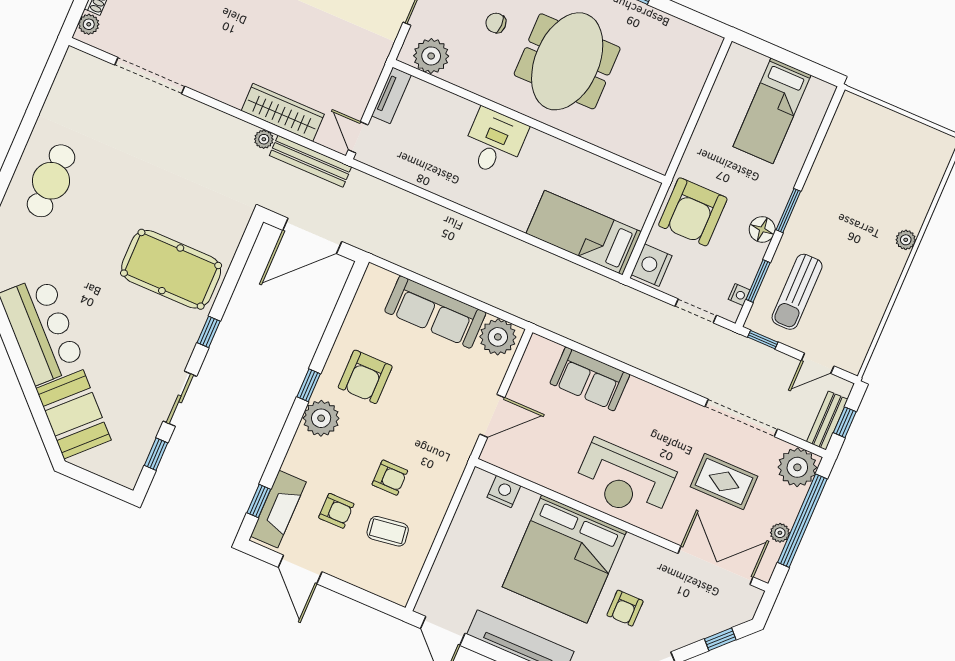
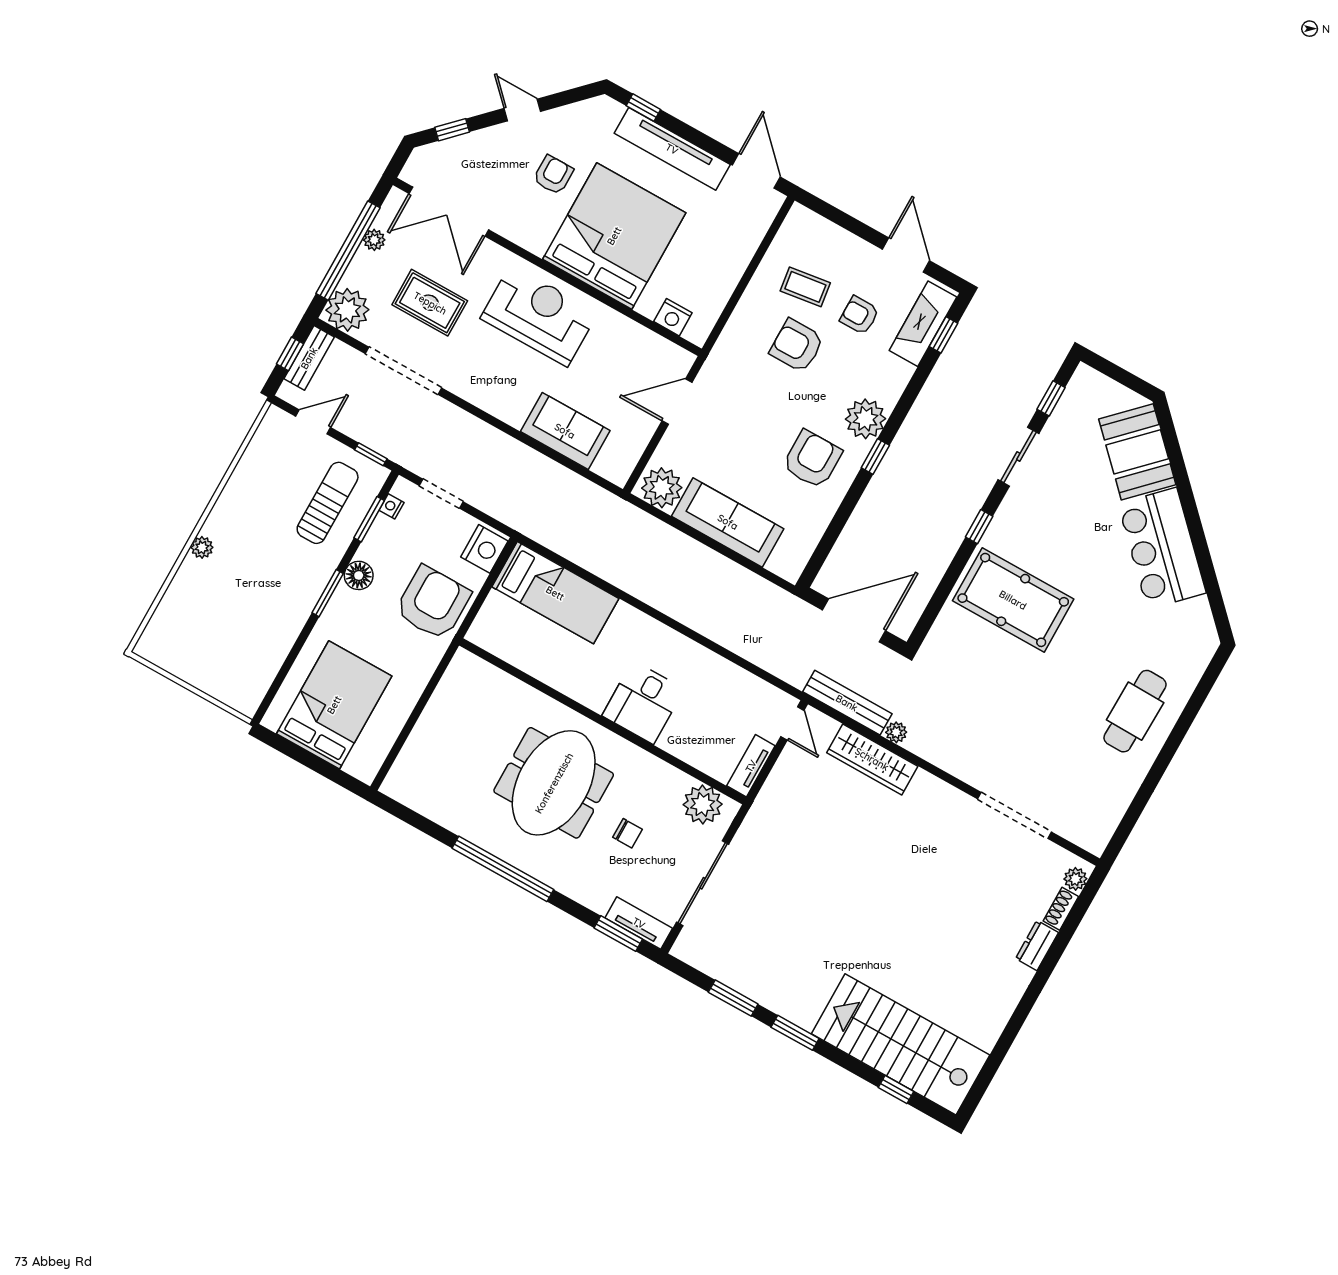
bed: (772, 111) -> (334, 705), width x1.50
armchair: (390, 478) -> (797, 346), width x1.38, depth x1.38

